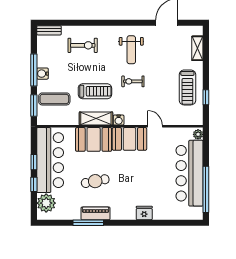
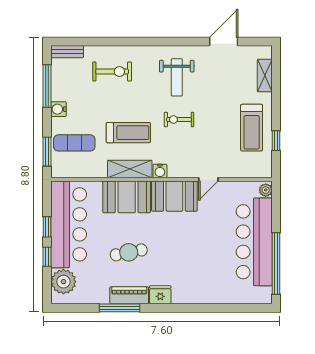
window: (34, 70) -> (47, 86), moved
door: (155, 126) -> (208, 179), swing flipped
fridge: (144, 213) -> (160, 295), moved

